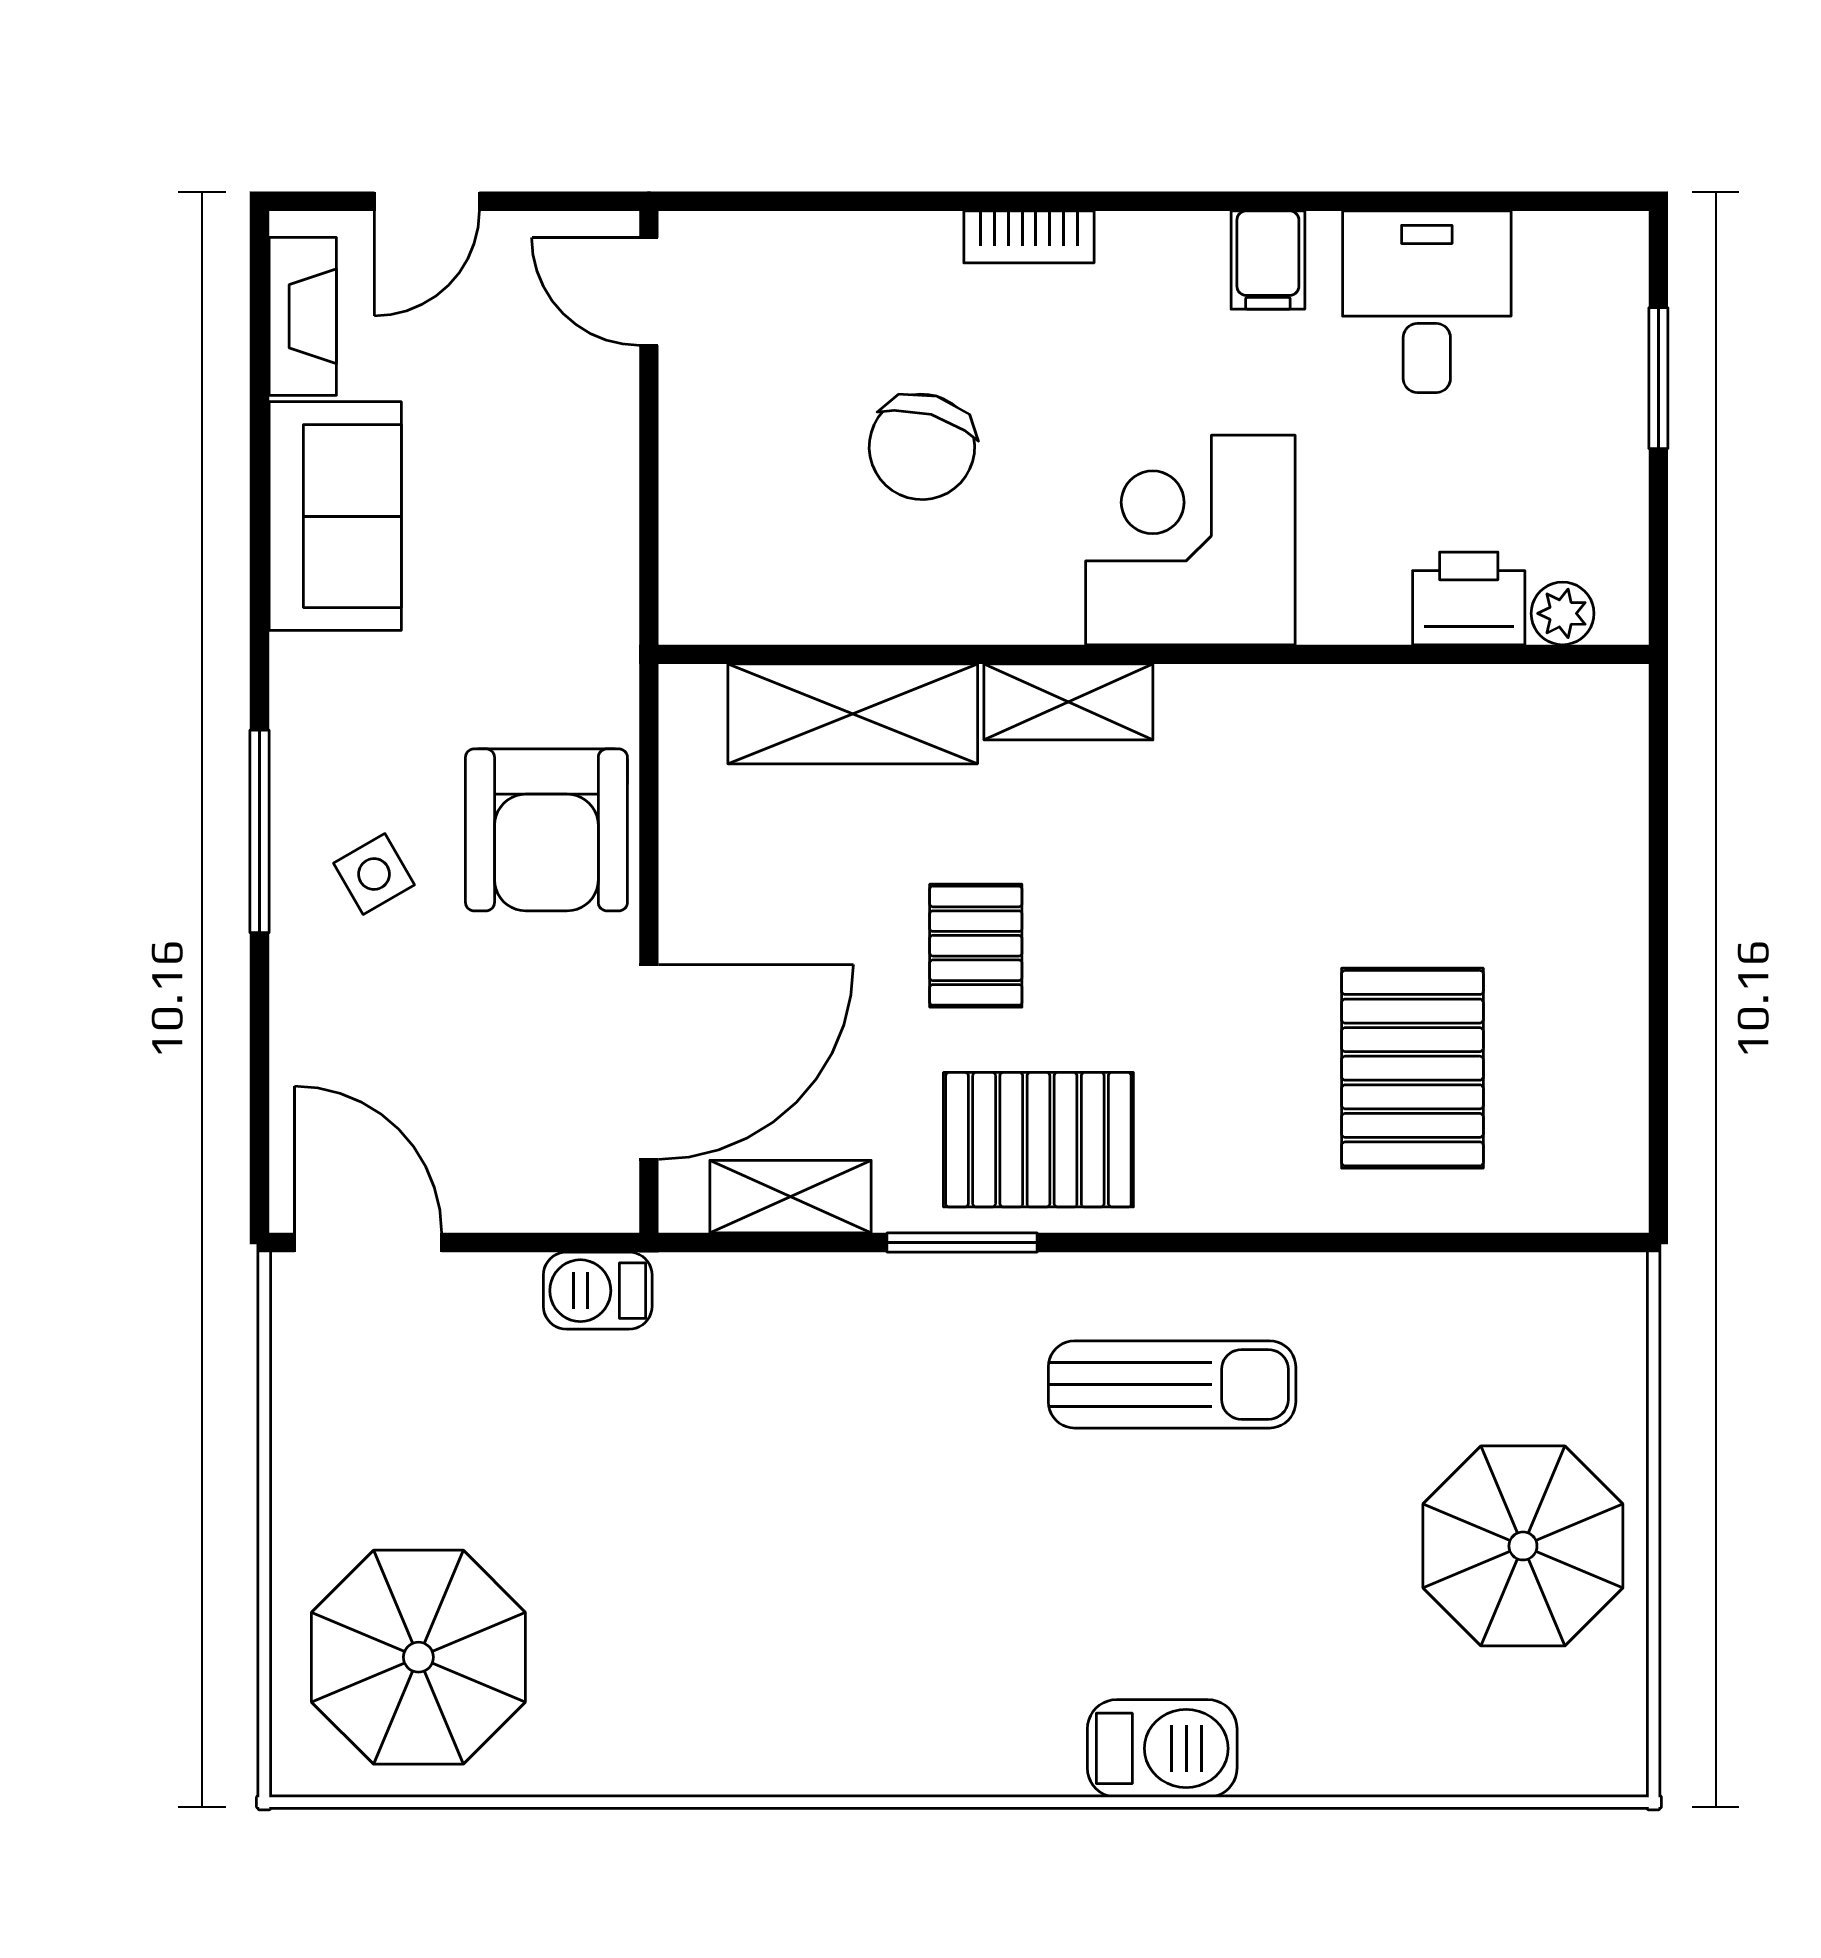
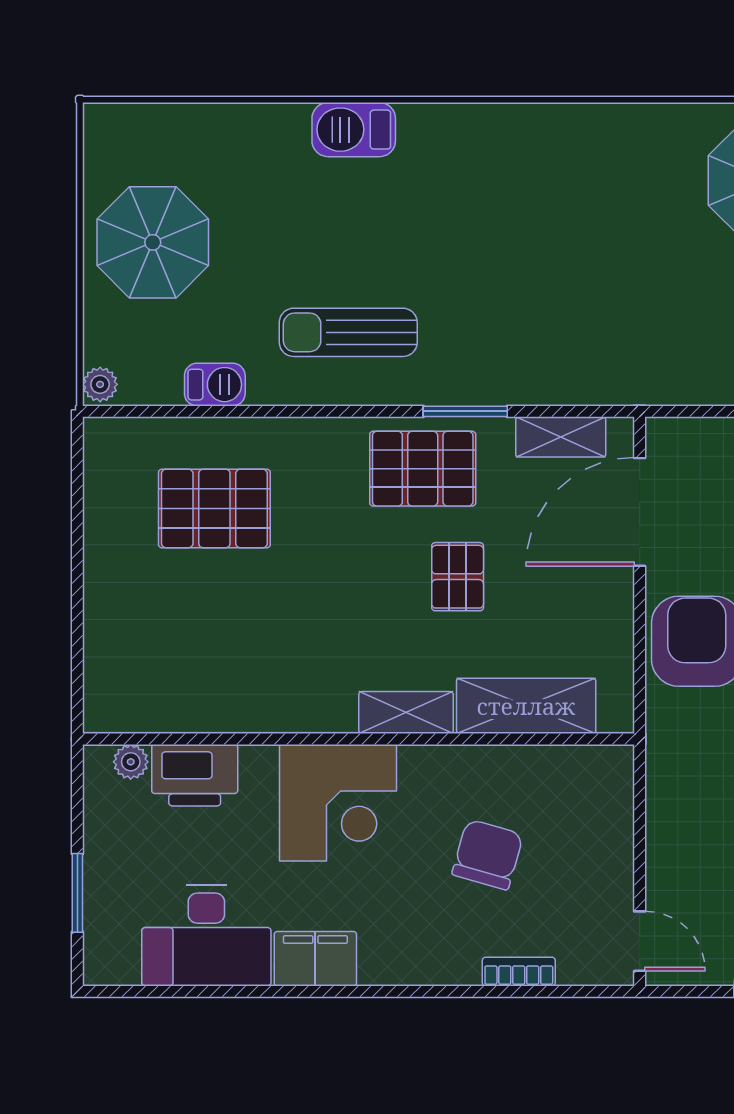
bookcase: (1029, 237) -> (519, 972), moved
filing cabinet: (1268, 260) -> (315, 959), width x2.00
desk: (1427, 302) -> (206, 935), width x1.37
printer: (1469, 598) -> (195, 775), width x1.37, depth x1.19
pallet: (1412, 1068) -> (214, 508), turned 90
barbecue: (598, 1291) -> (215, 385), moved
plant: (1618, 1291) -> (100, 384), added

